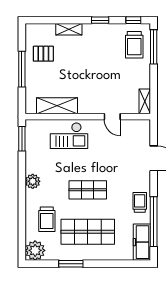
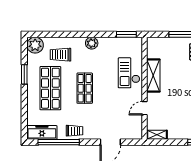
shelving: (57, 106) -> (153, 76), moved

